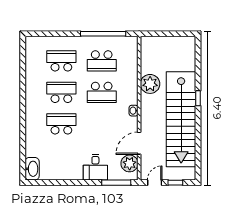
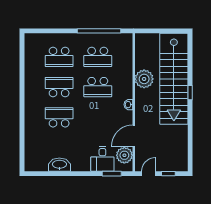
school desk: (61, 61) -> (59, 57), turned 180
stairs: (181, 119) -> (174, 79), moved
desk: (95, 167) -> (102, 159), moved
washbasin: (32, 169) -> (59, 165), moved, turned -90
window: (116, 183) -> (112, 174), width x0.69

